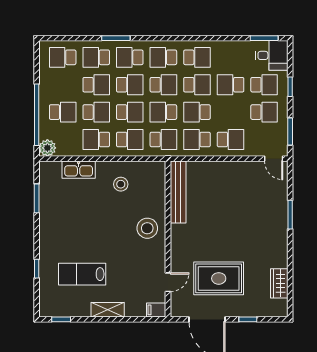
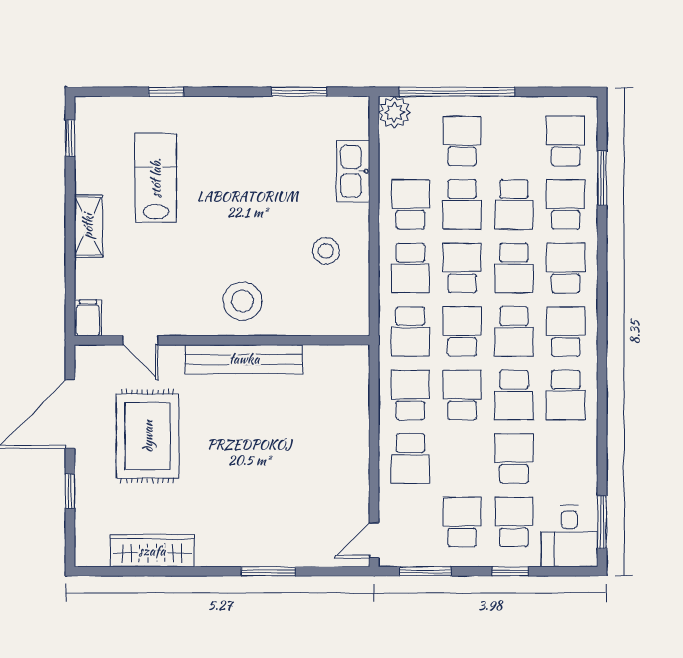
window: (116, 38) -> (602, 178), moved
school desk: (264, 85) -> (514, 522), turned 180
school desk: (63, 112) -> (462, 141), turned 180
school desk: (130, 112) -> (462, 268), turned 180
school desk: (264, 112) -> (462, 522), turned 180
bench: (178, 192) -> (244, 359), moved
wardrobe: (279, 283) -> (152, 551), width x1.50

